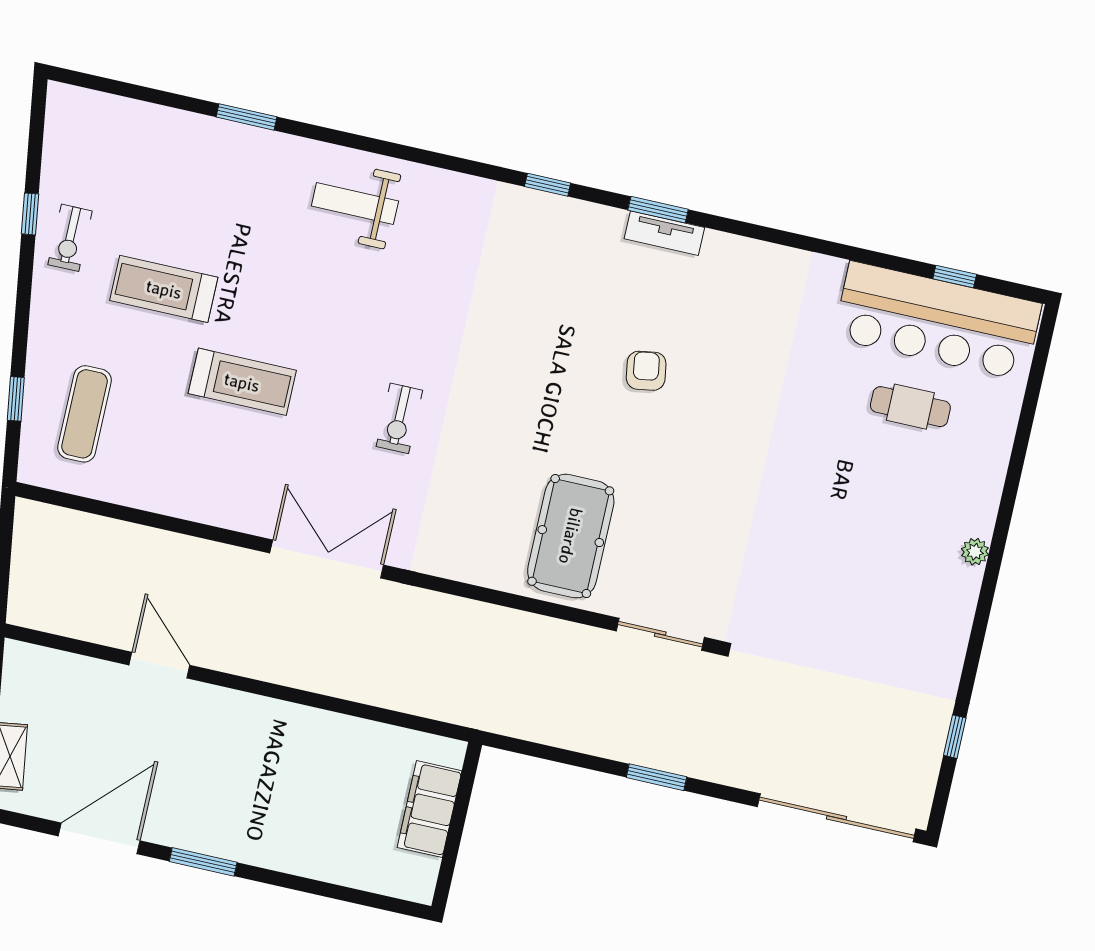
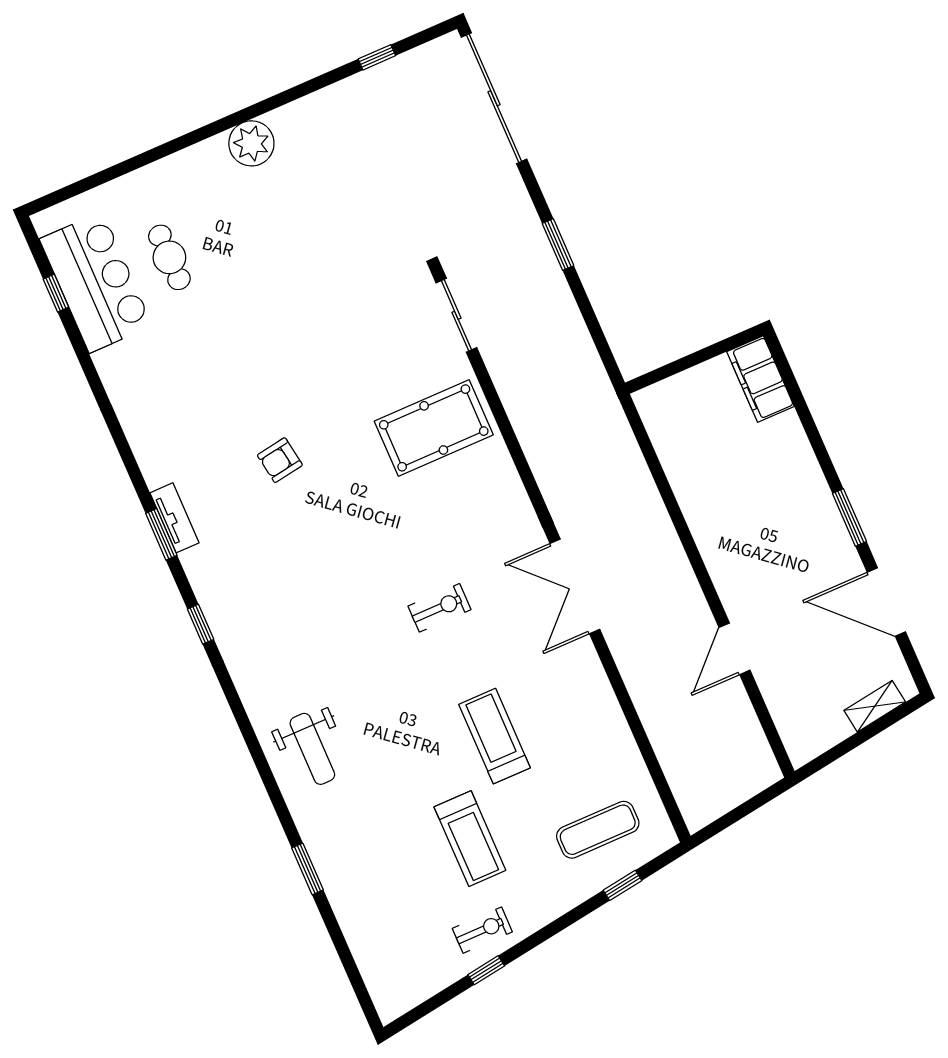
bar counter: (937, 321) -> (96, 282), width x0.73
plant: (975, 552) -> (251, 143), width x1.88, depth x1.88
filing cabinet: (429, 809) -> (760, 379), moved, turned 90

